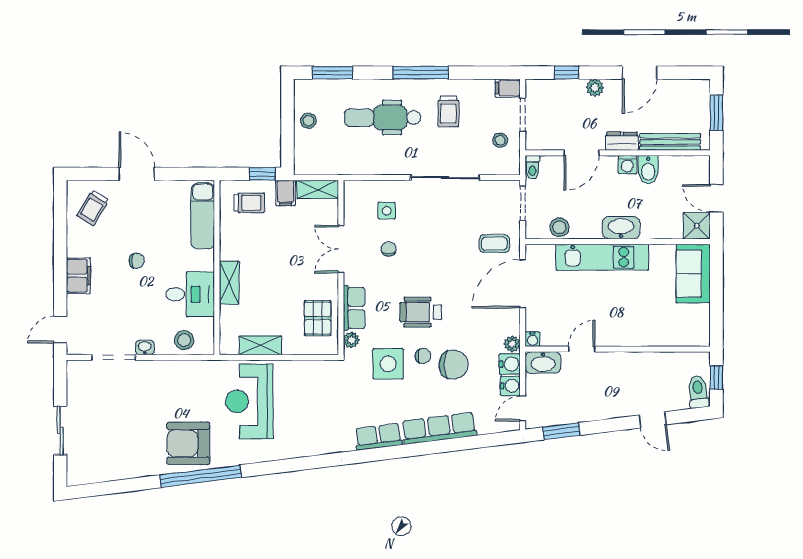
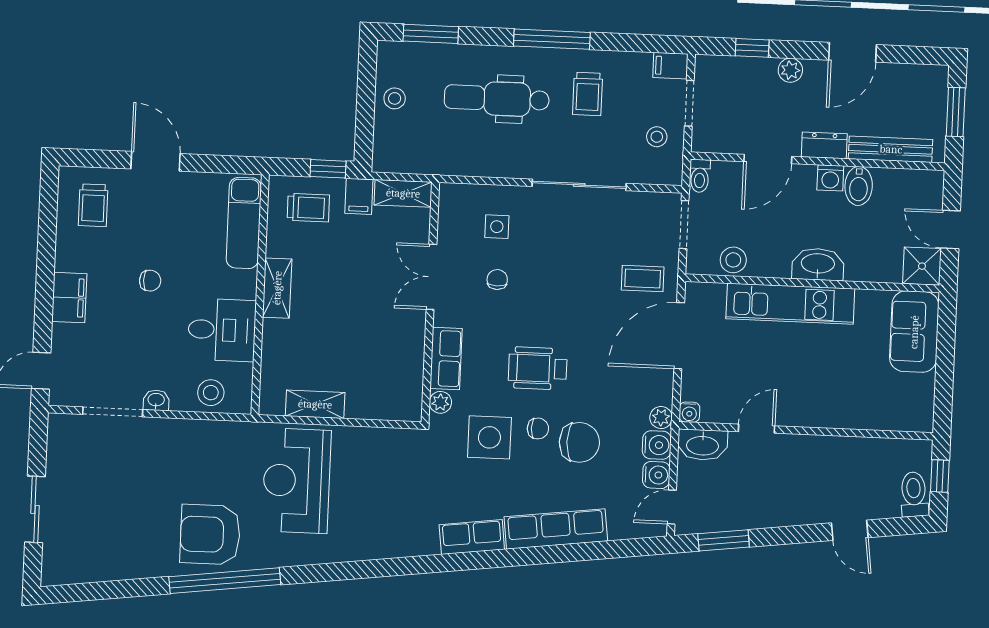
trolley: (93, 208) -> (93, 205), turned -31
shelving: (229, 283) -> (277, 288), moved
pallet: (318, 318) -> (395, 370), removed

